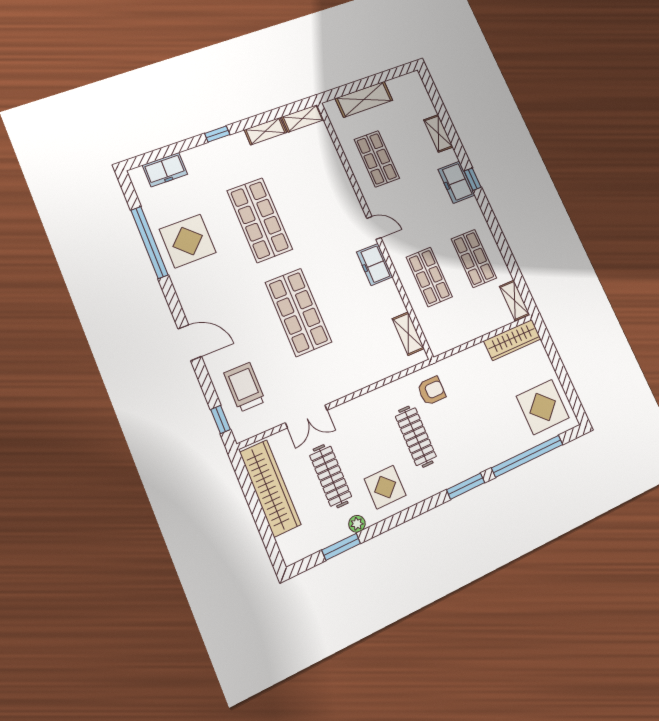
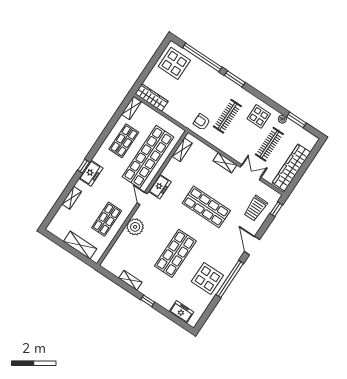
shelving: (303, 118) -> (225, 163), moved
plant: (339, 190) -> (135, 227), added
window: (149, 242) -> (230, 279), moved
shop shelf: (429, 277) -> (148, 157), width x2.00, depth x1.36
shop shelf: (298, 312) -> (206, 207), turned 90

